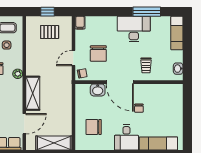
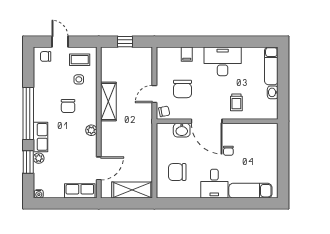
window: (147, 12) -> (237, 42), removed
filing cabinet: (80, 23) -> (187, 54), moved
pallet: (50, 32) -> (127, 65), removed
washbasin: (178, 69) -> (273, 92), moved
plant: (18, 74) -> (91, 130), moved
shelving: (33, 93) -> (108, 102), moved

